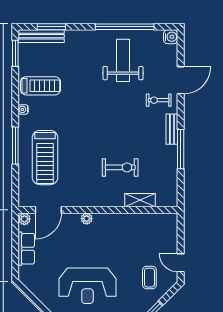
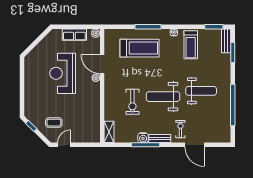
bench: (41, 36) -> (226, 41), width x0.73
water cooler: (171, 37) -> (143, 138), moved
weight bench: (123, 60) -> (201, 91), moved
weight bench: (113, 124) -> (163, 97), added
treadmill: (45, 158) -> (139, 48), turned 180
shelving: (140, 200) -> (109, 132), moved
door: (48, 210) -> (102, 64), moved
reception desk: (87, 286) -> (63, 73), moved

